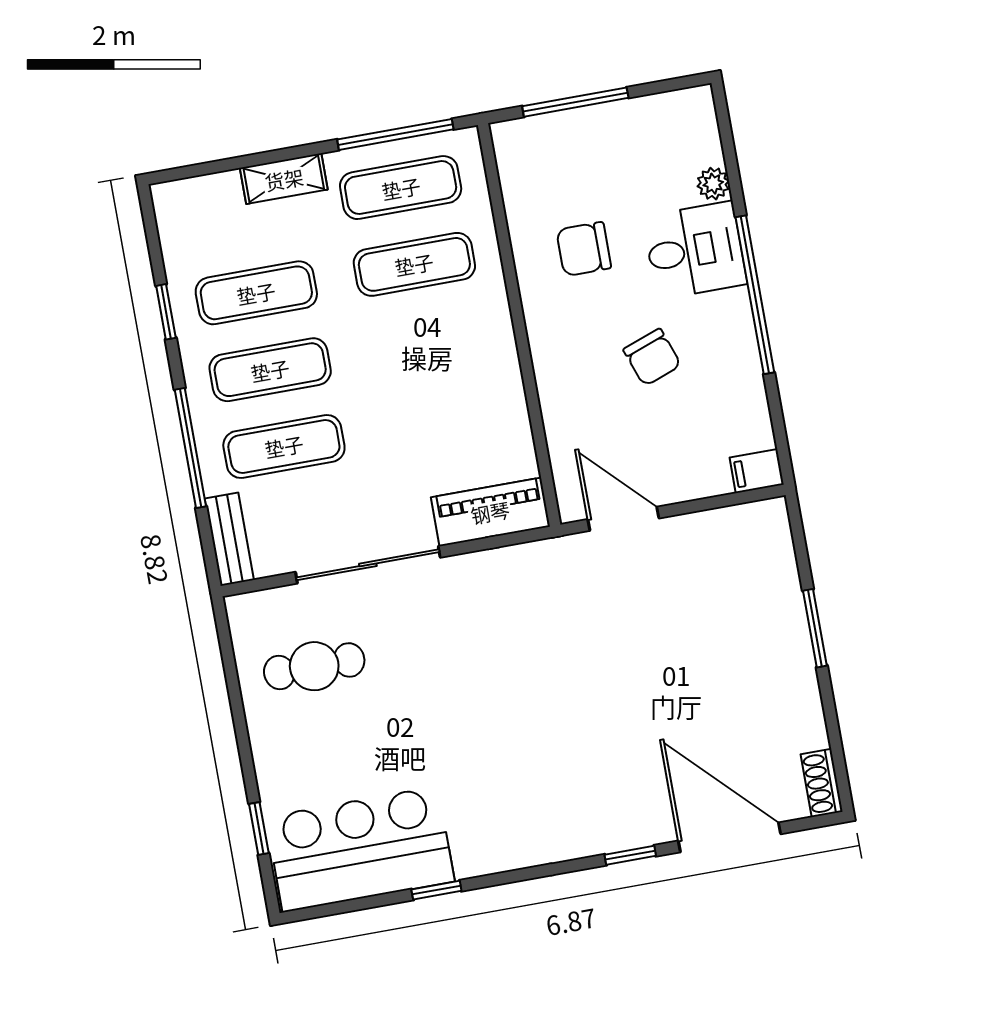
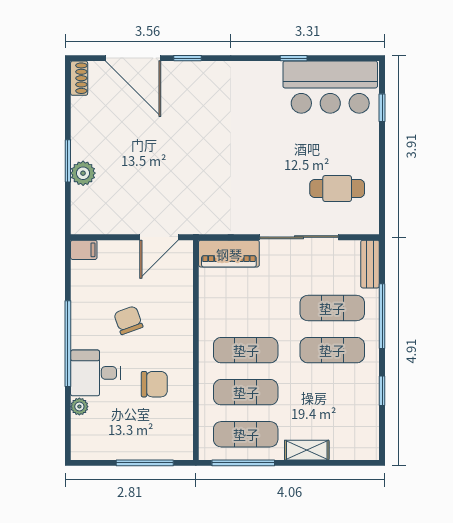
exercise mat: (256, 293) -> (246, 350), moved
door: (623, 519) -> (159, 237), hinge flipped
plant: (783, 611) -> (83, 173), added

